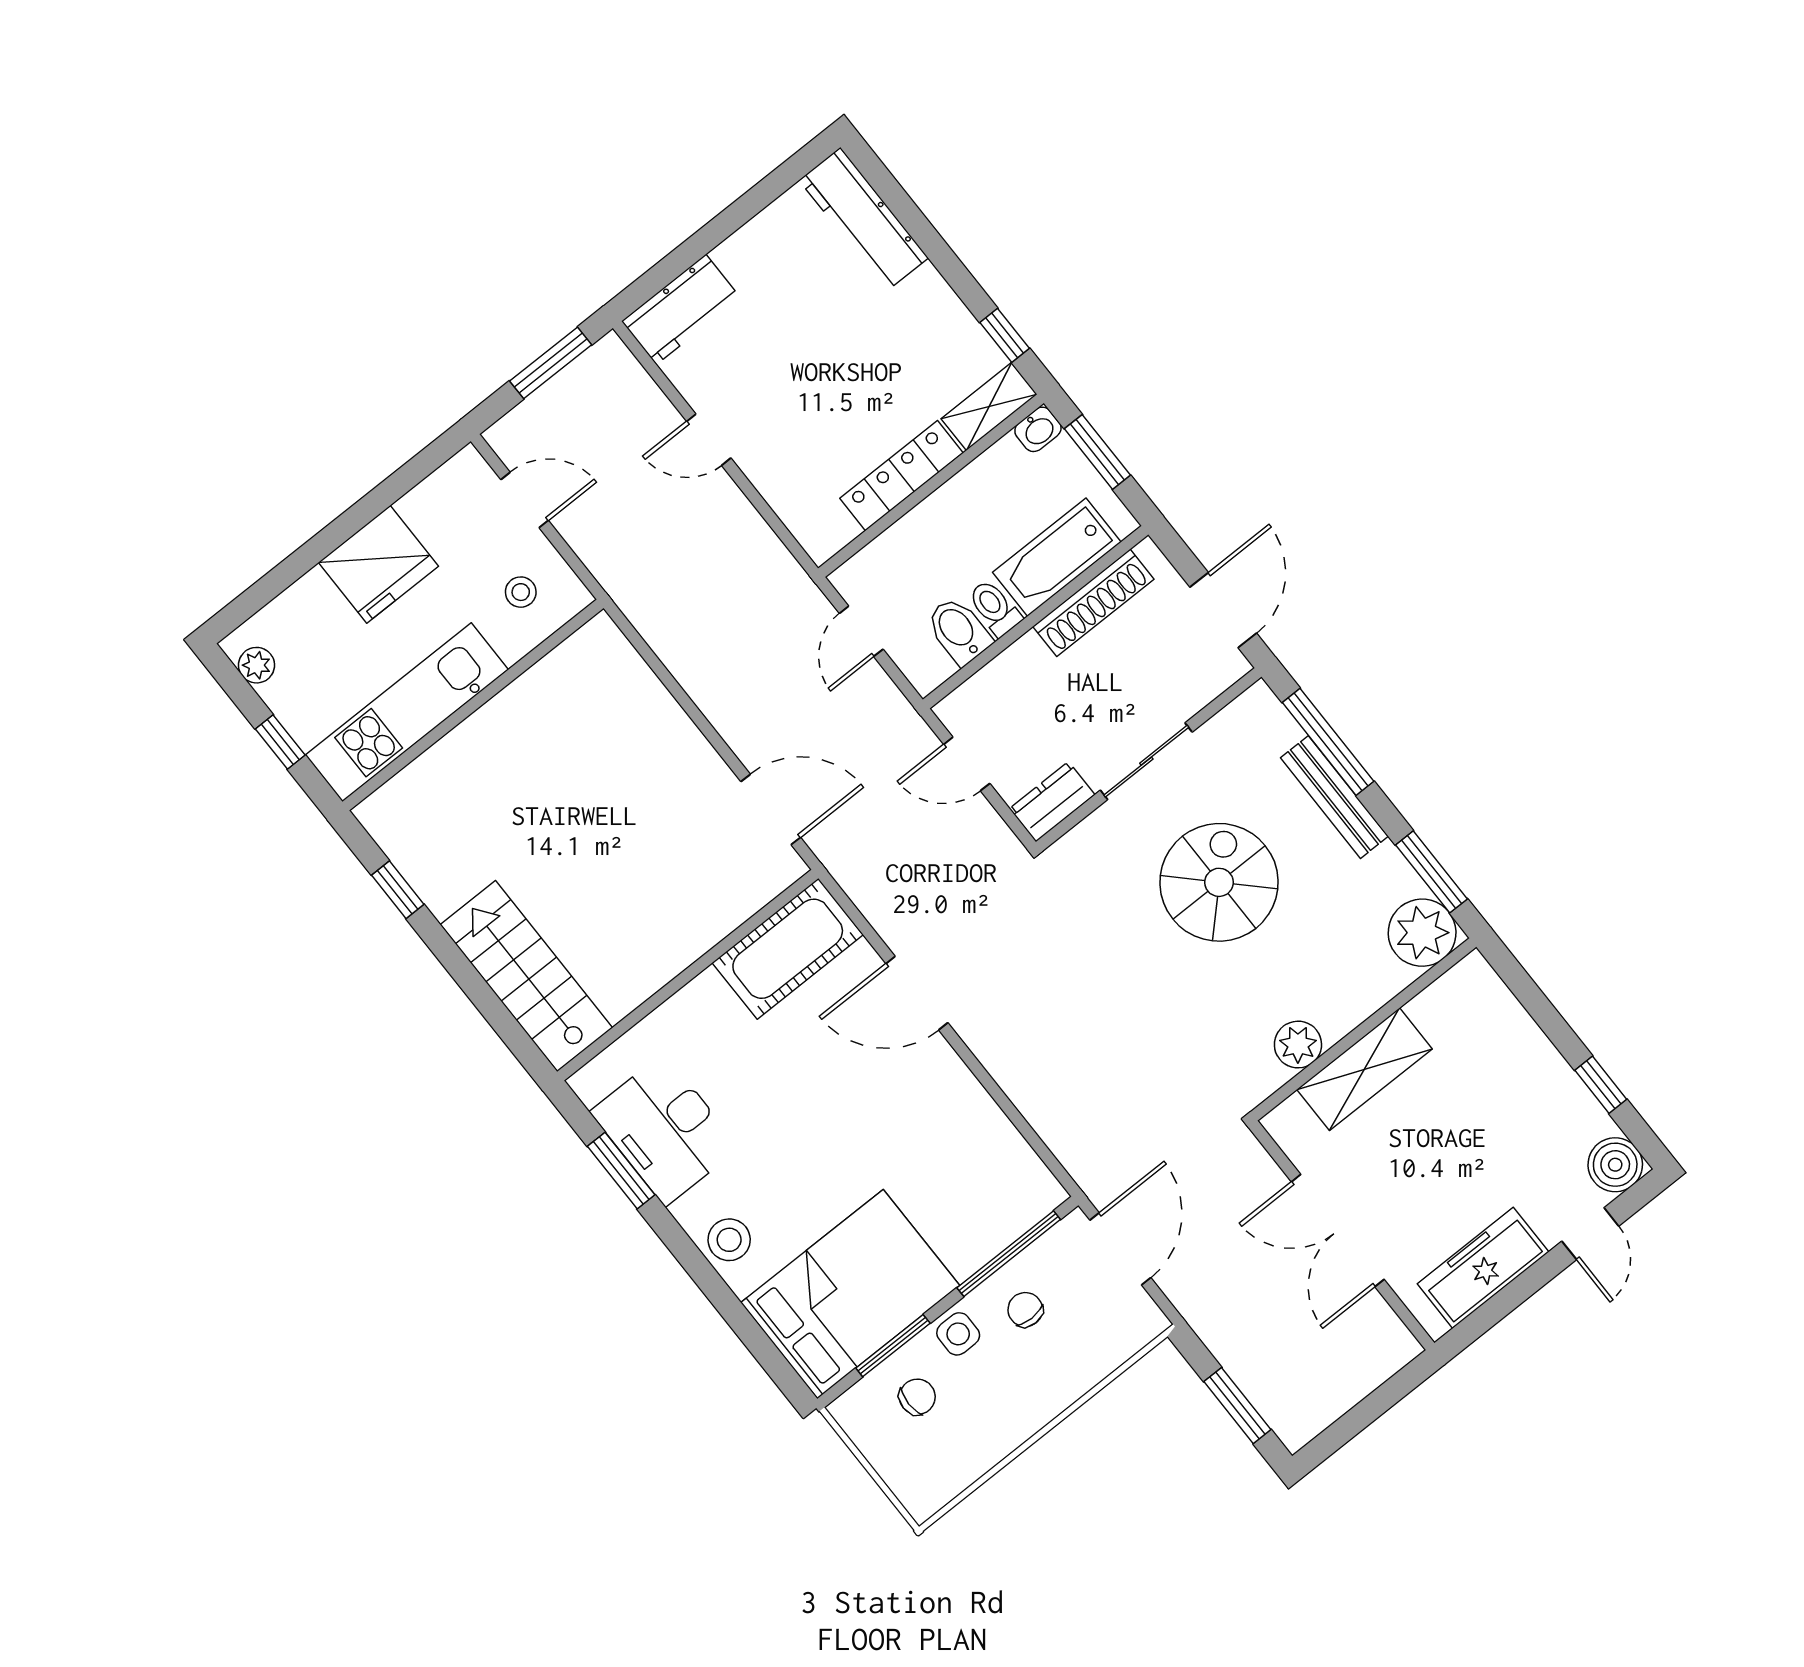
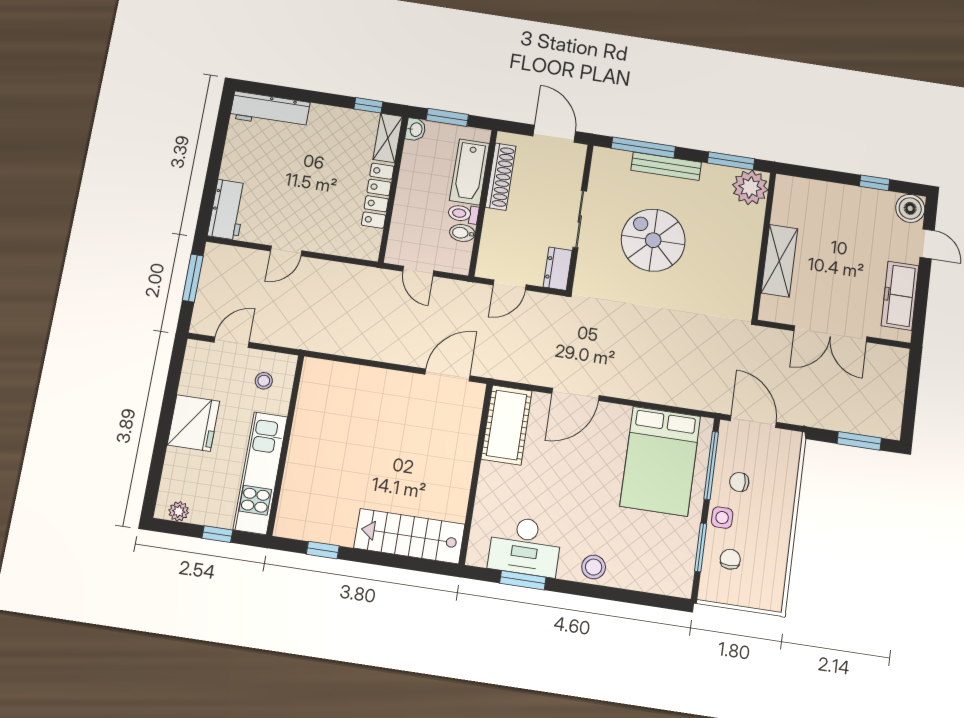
bidet: (959, 631) -> (462, 233), width x0.72, depth x0.74
plant: (1298, 1045) -> (745, 275), removed
bed: (850, 1294) -> (660, 461), moved, turned 180

